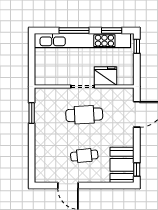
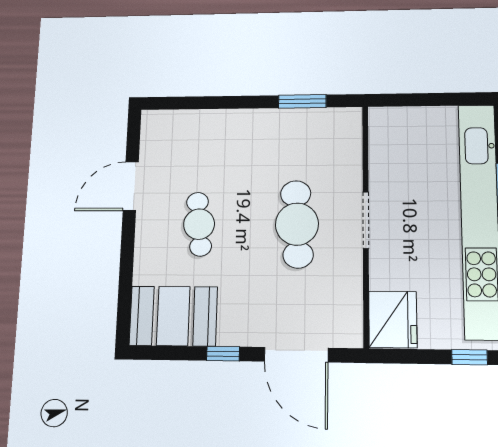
fridge: (105, 76) -> (393, 319), moved
window: (137, 169) -> (223, 354), moved

